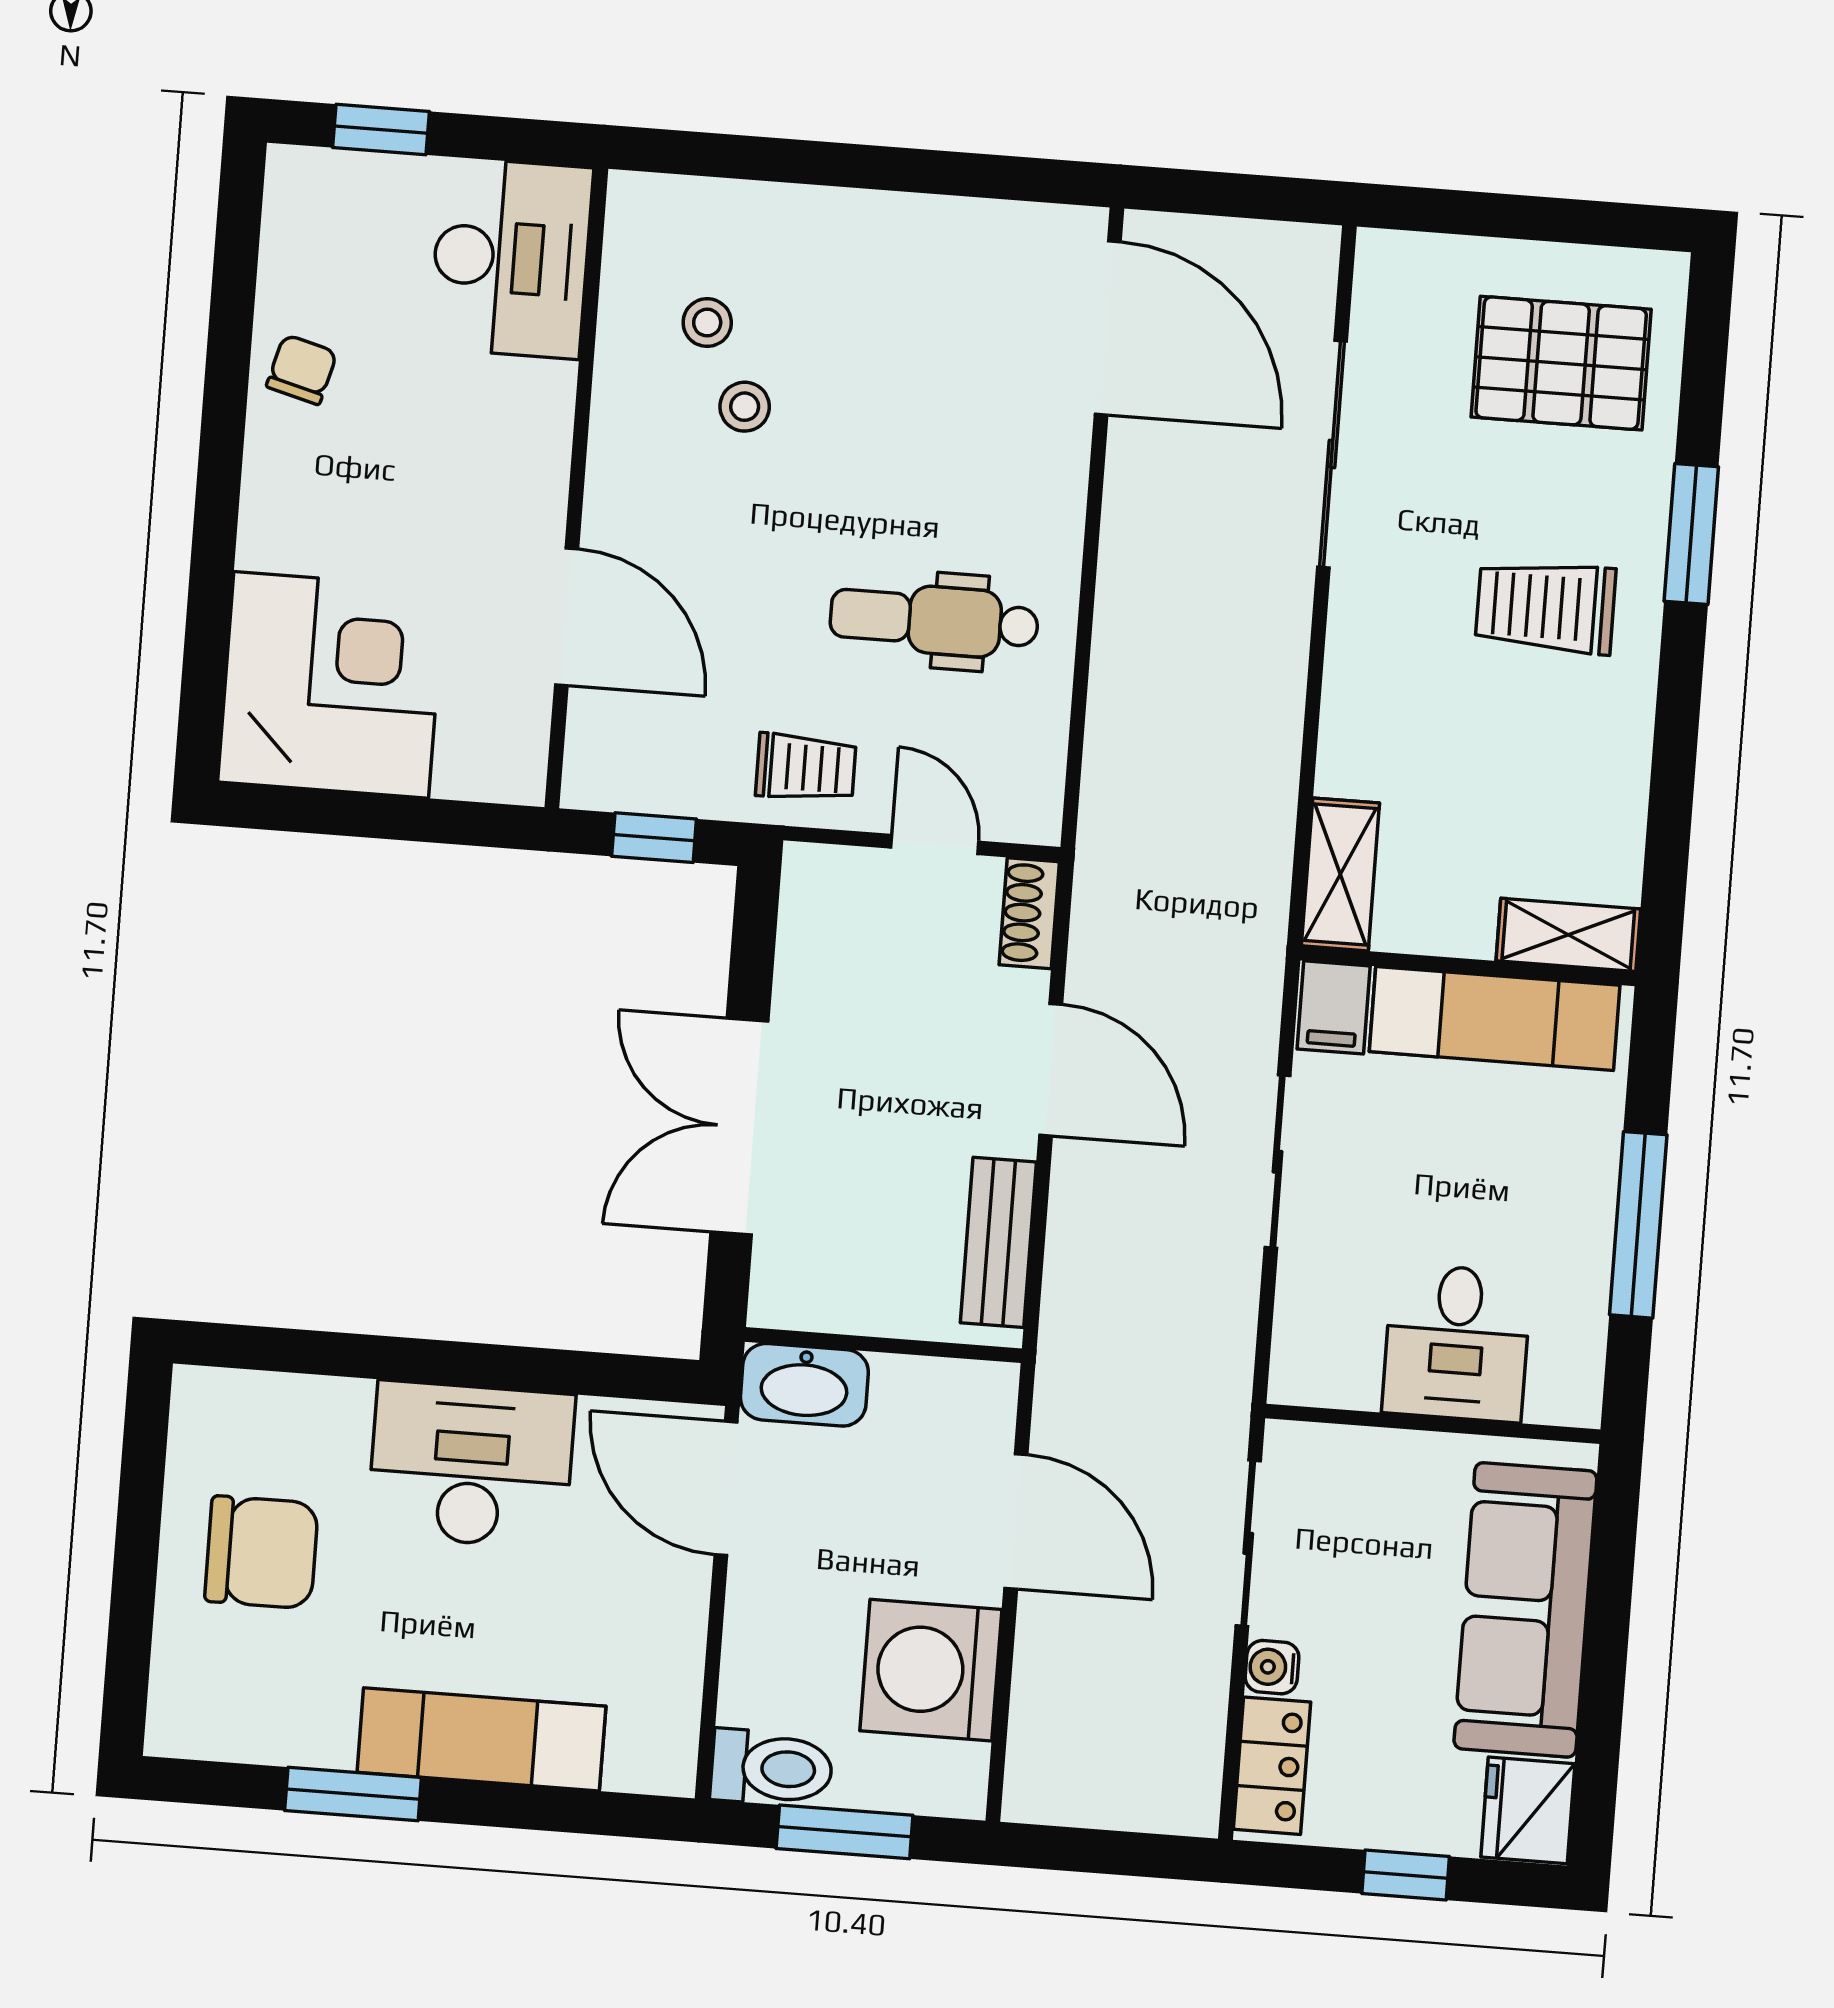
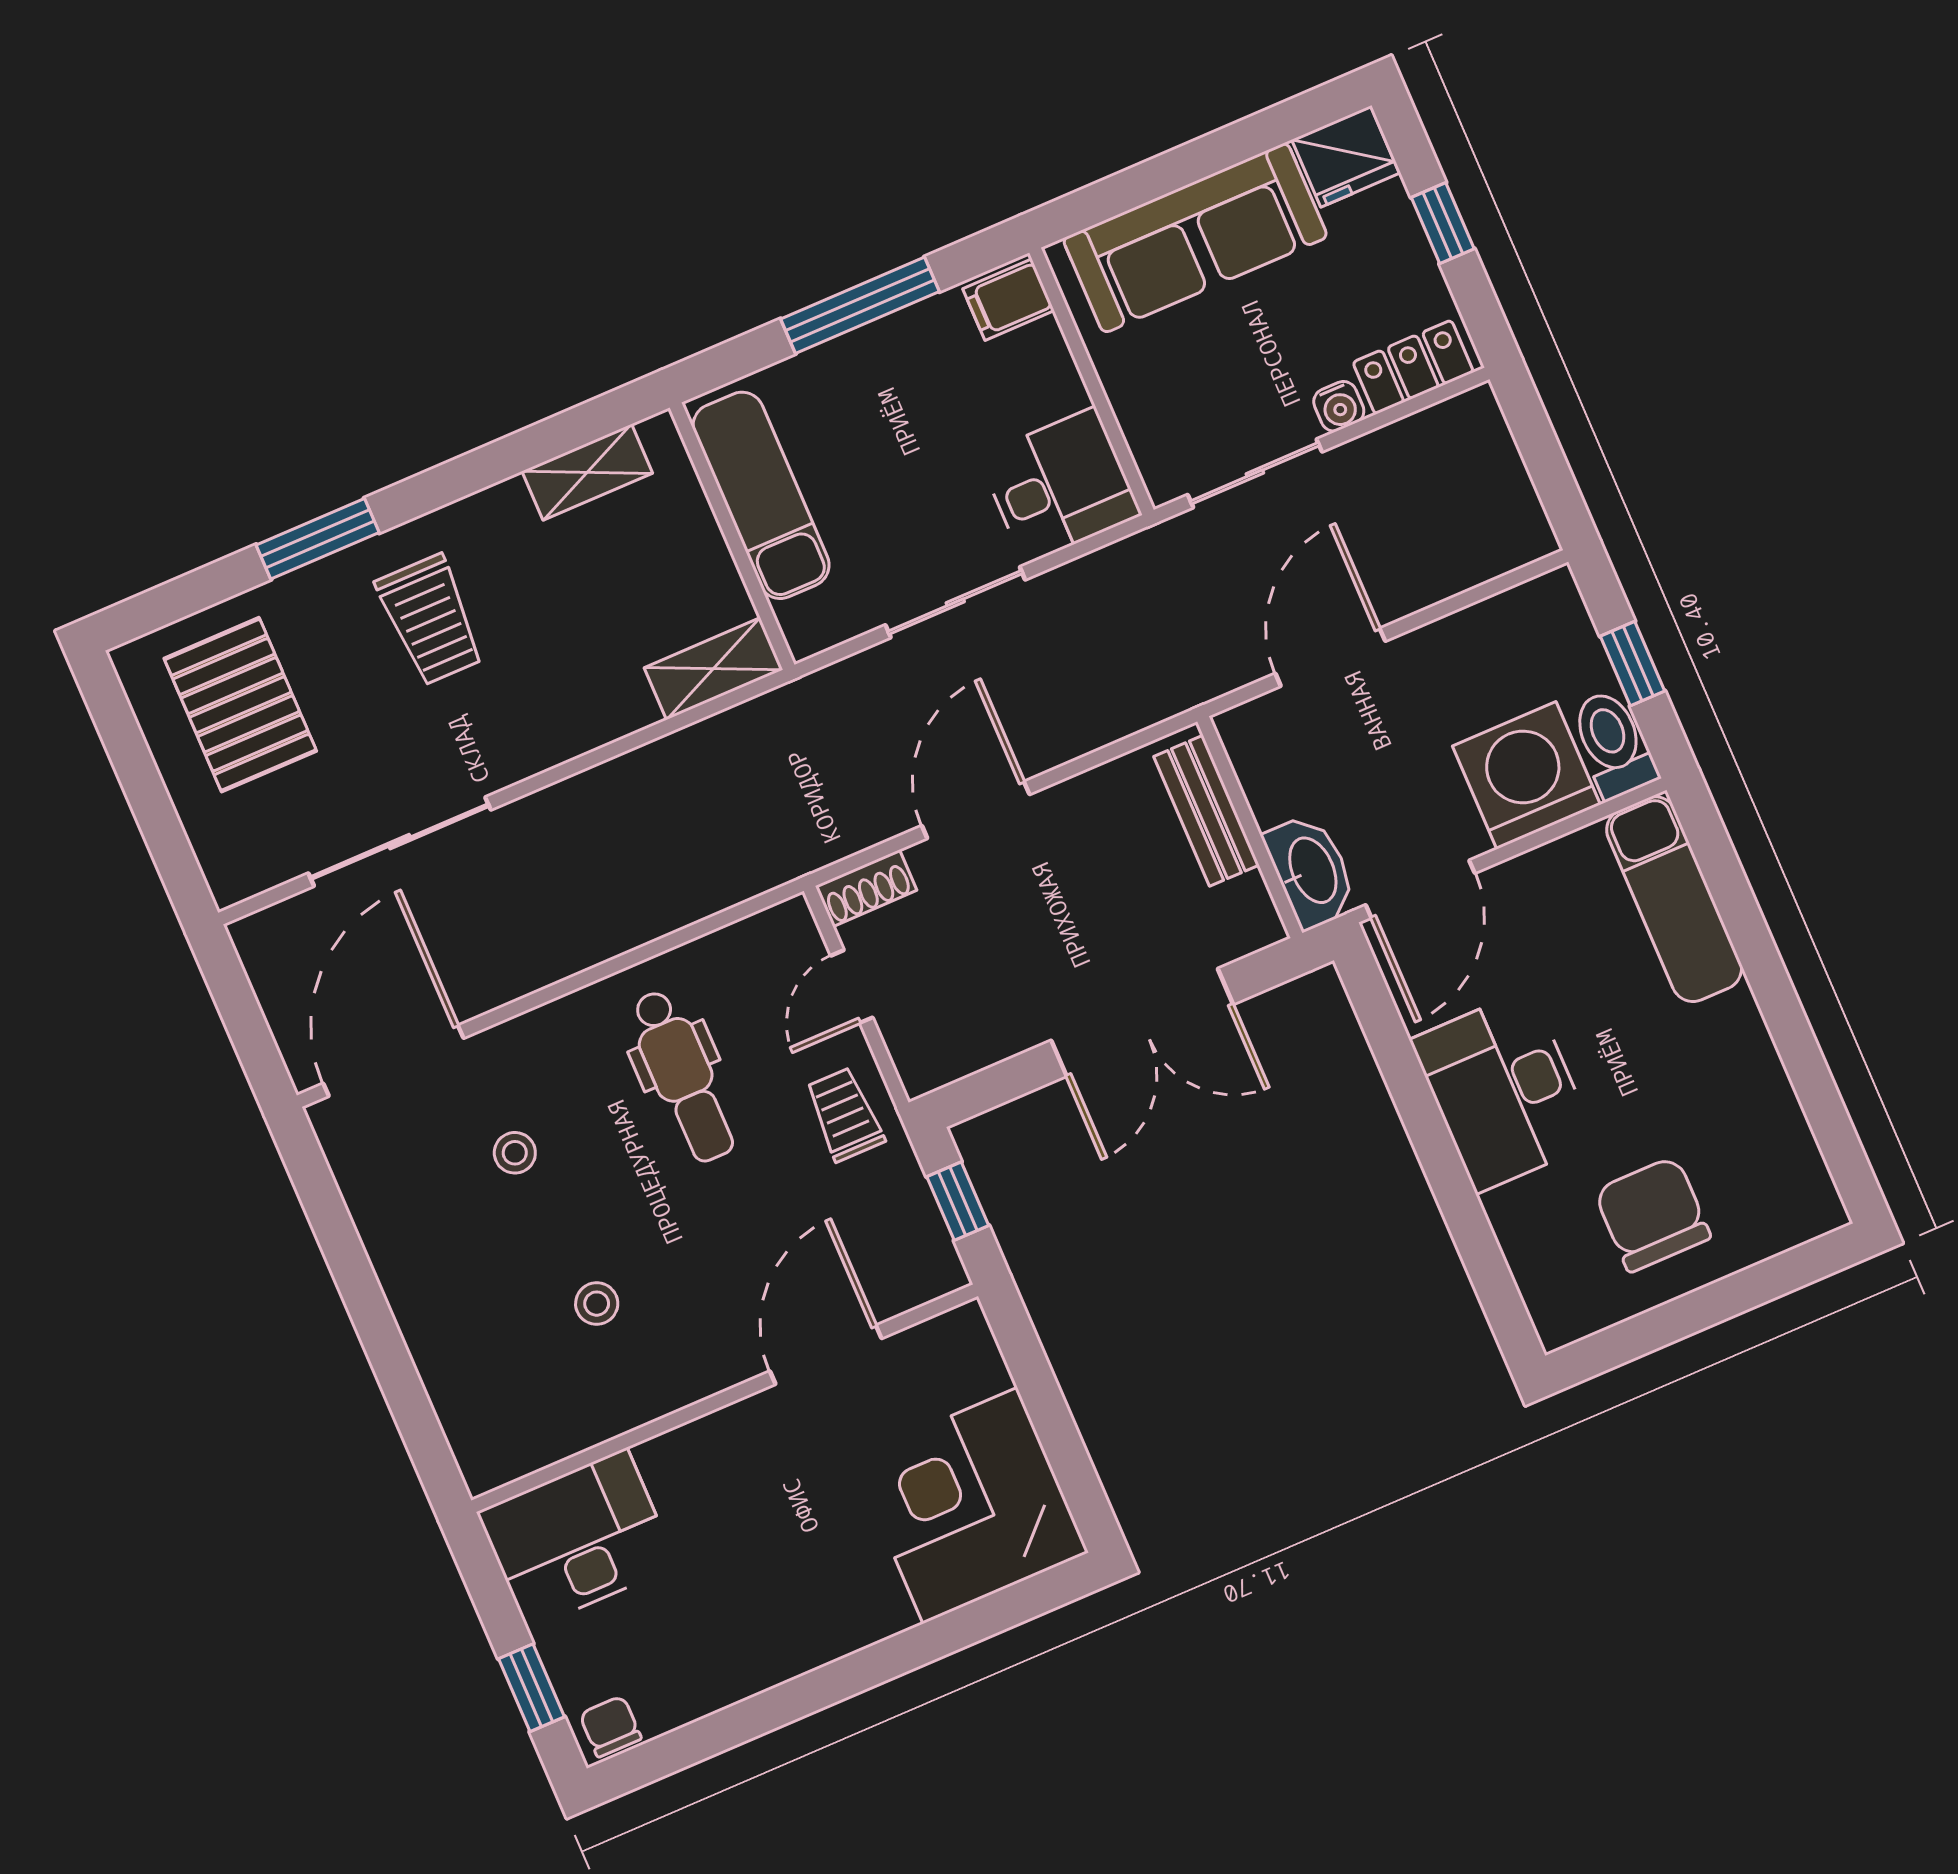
stool: (707, 323) -> (515, 1153), moved
chair: (302, 370) -> (610, 1726), moved, turned 75
shelving: (1568, 935) -> (587, 472), moved, turned 90
filing cabinet: (1334, 1007) -> (1008, 300), moved, turned 180
bench: (998, 1242) -> (1206, 811), moved, turned 90
desk: (1457, 1343) -> (1060, 486), moved
washing machine: (931, 1670) -> (1526, 775), moved, turned 180
exam couch: (481, 1739) -> (1674, 899), moved
window: (353, 1794) -> (1799, 1049), removed
window: (845, 1832) -> (1632, 664), width x0.67

